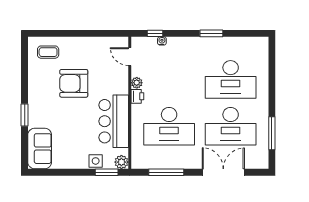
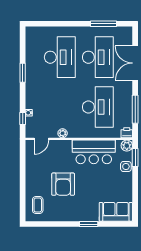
printer: (137, 96) -> (127, 133), moved

